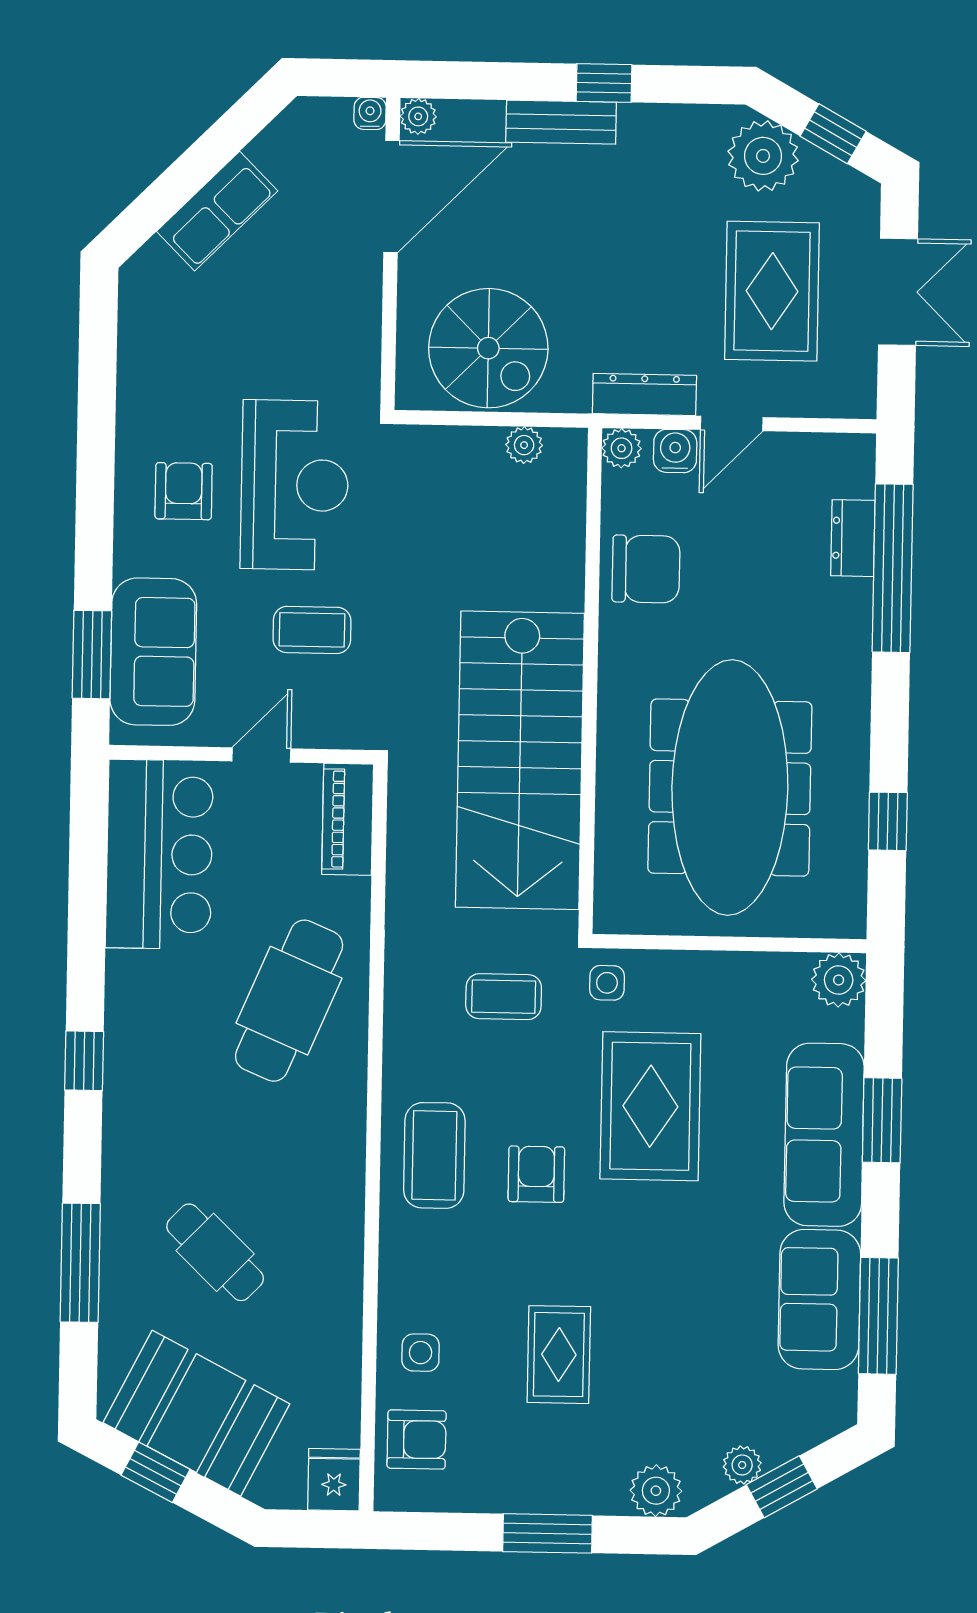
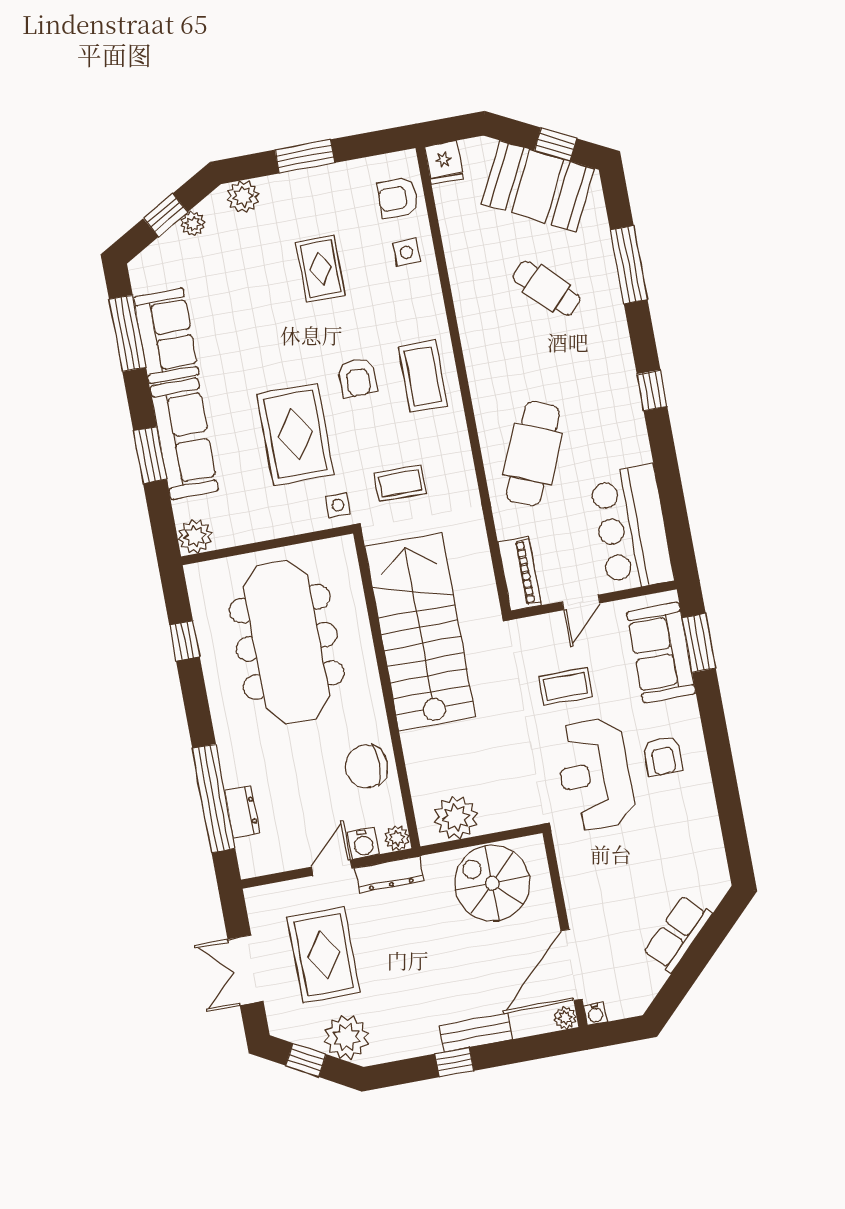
plant: (524, 445) -> (456, 818), width x1.88, depth x1.88

